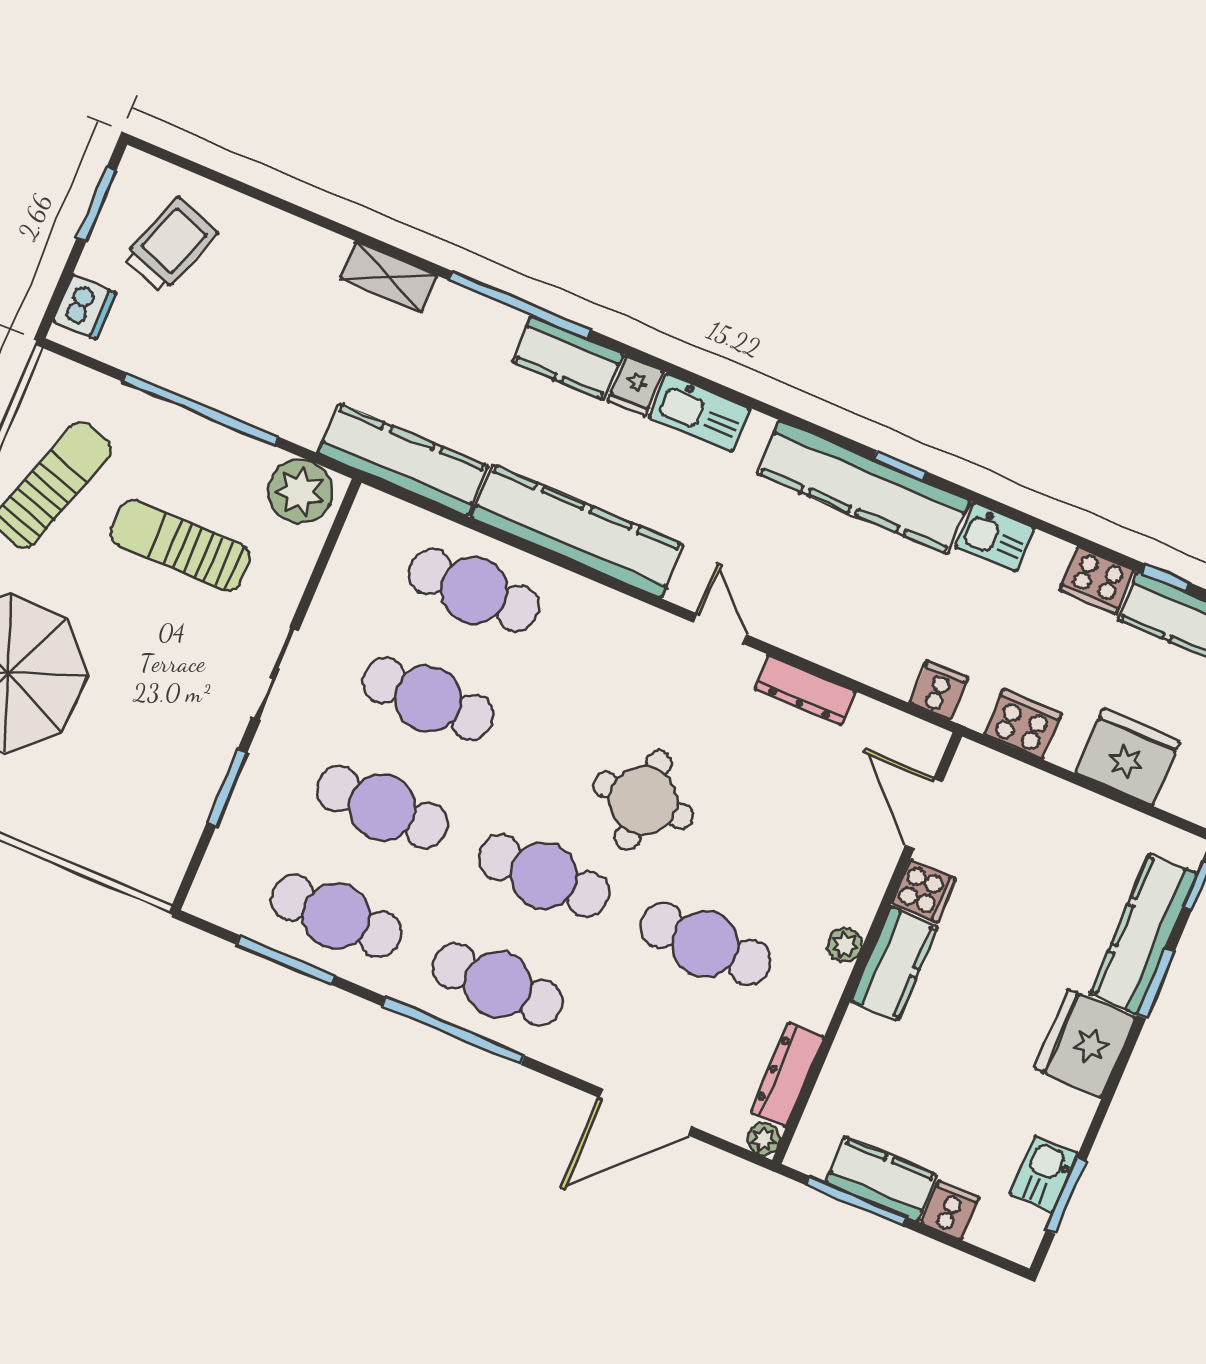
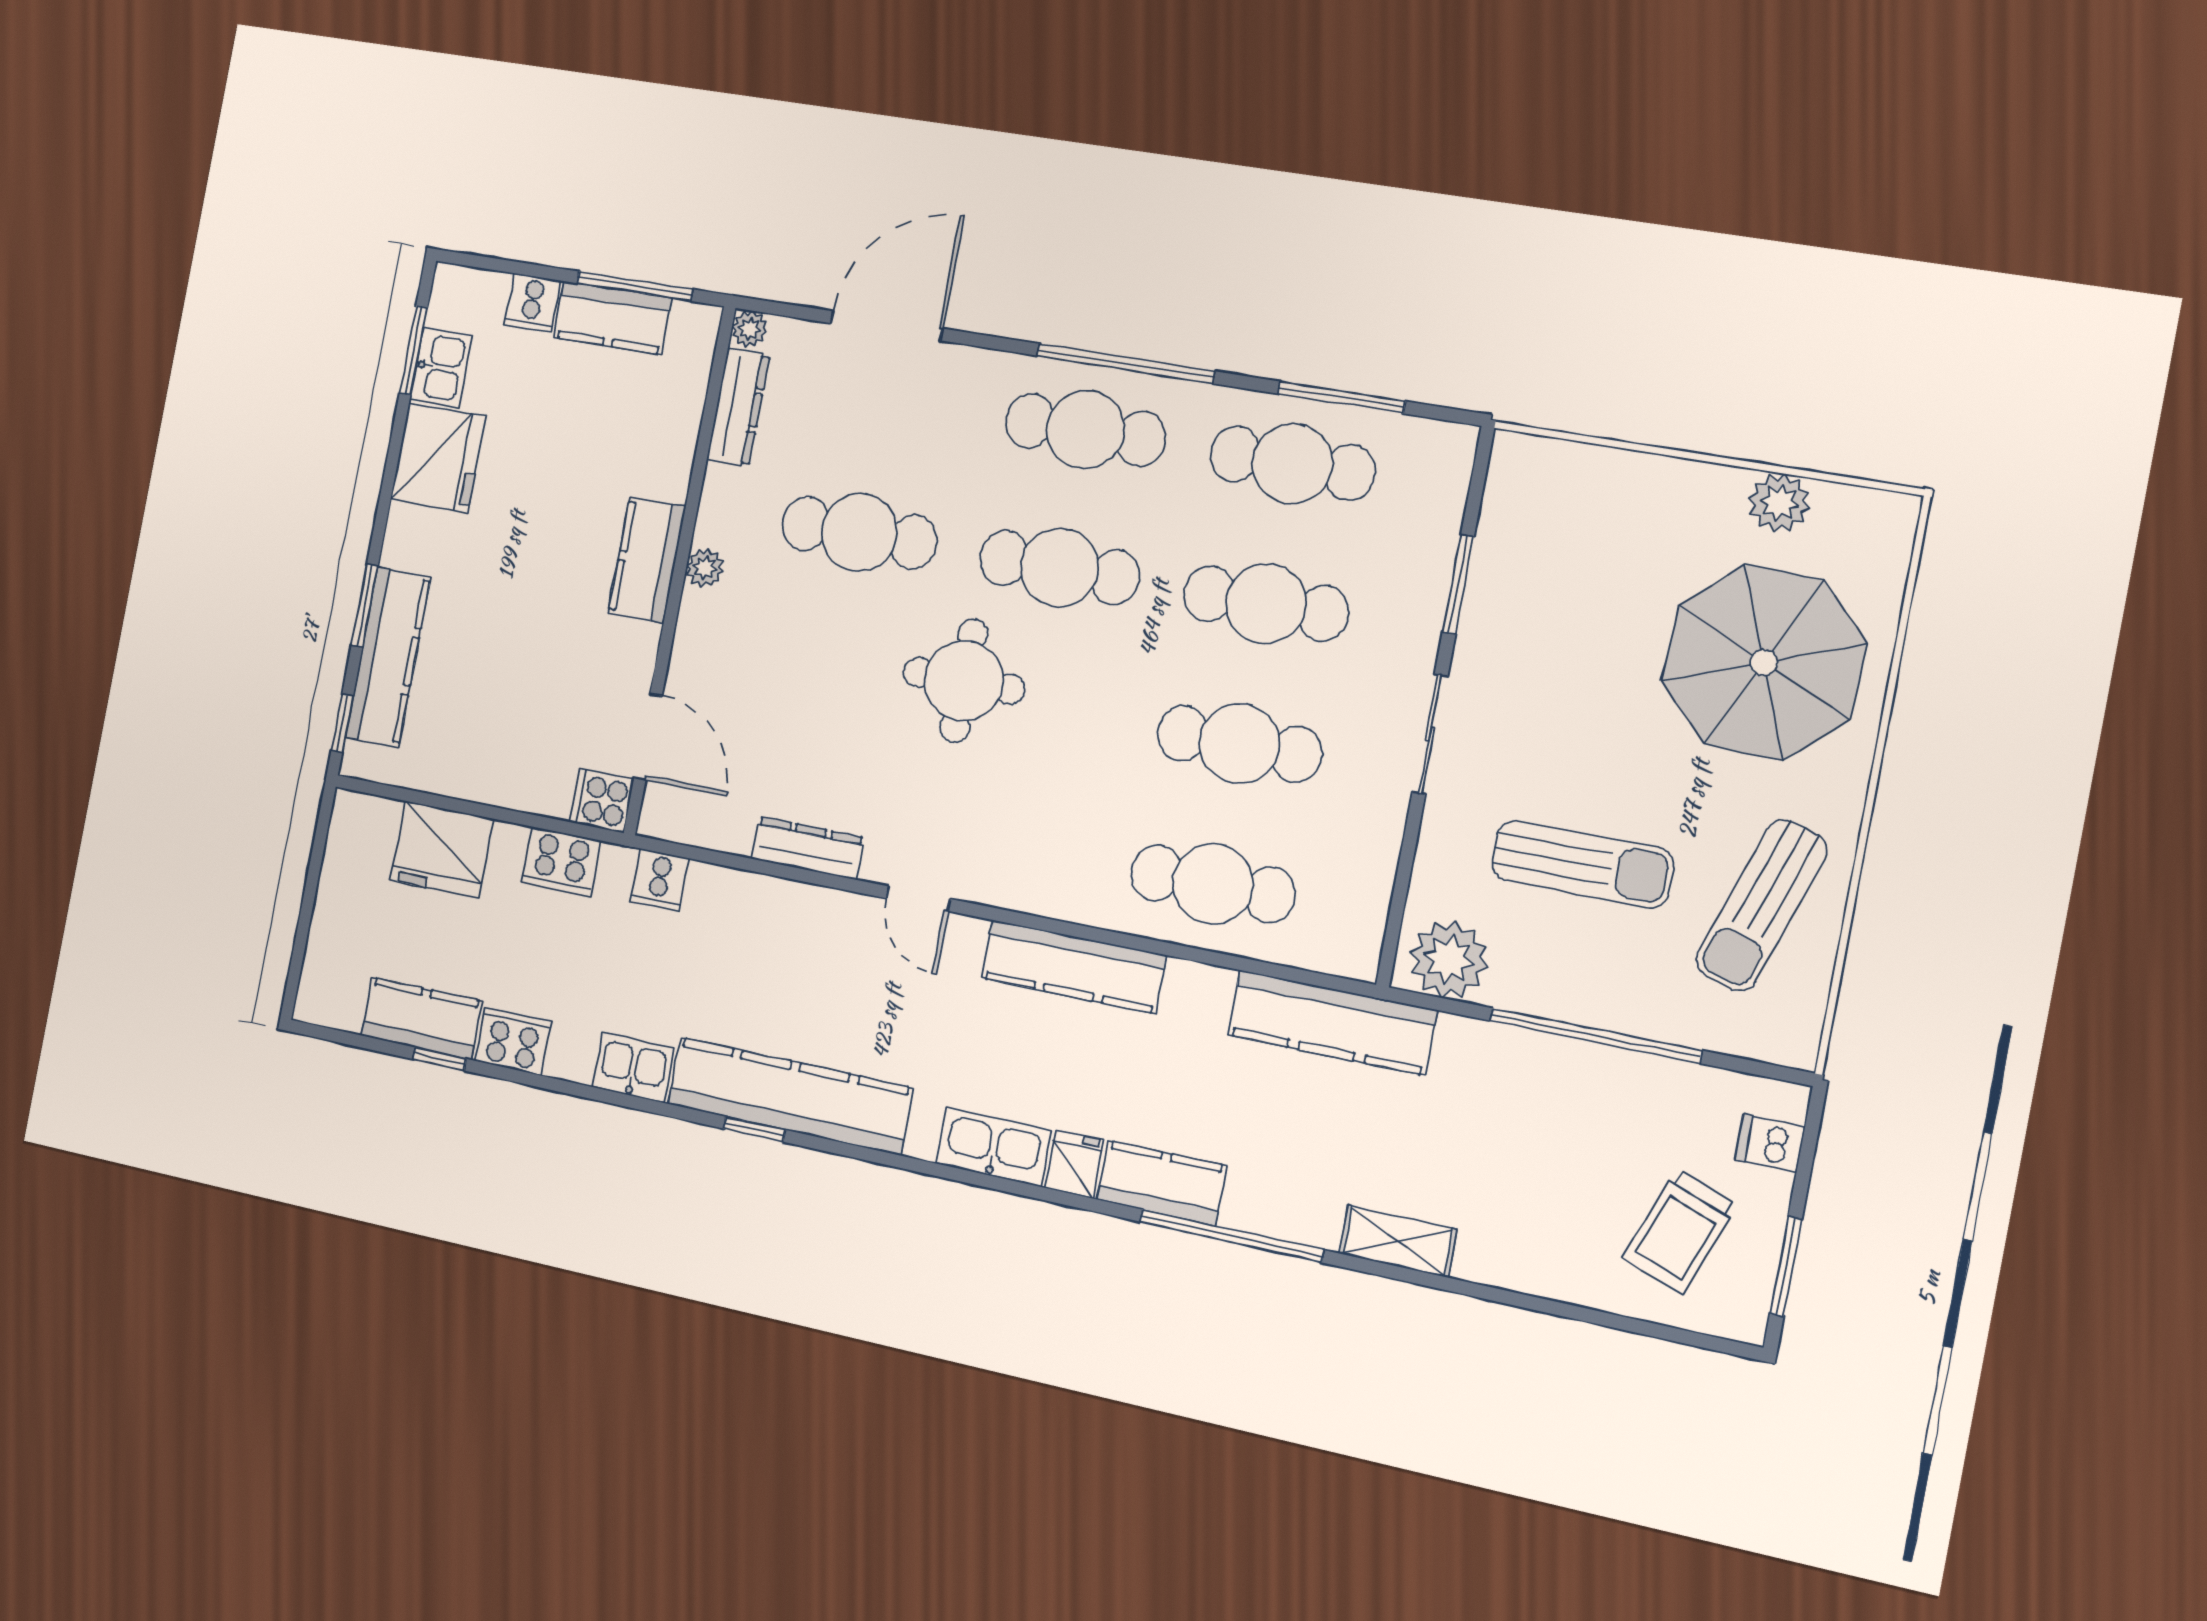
dishwasher: (84, 307) -> (1770, 1143), width x0.73
kitchen counter: (577, 531) -> (1073, 967), width x0.72, depth x0.86
cooker: (924, 891) -> (602, 801), moved
fridge: (1085, 1043) -> (438, 458), moved

